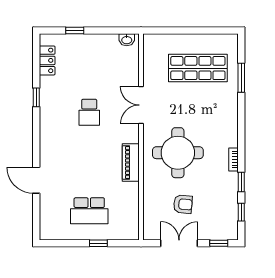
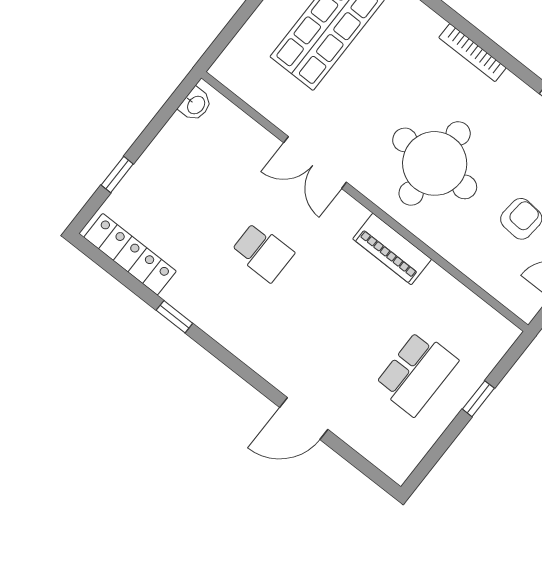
locker: (47, 60) -> (130, 254), width x1.53
bookcase: (233, 160) -> (472, 53), moved, width x1.56

